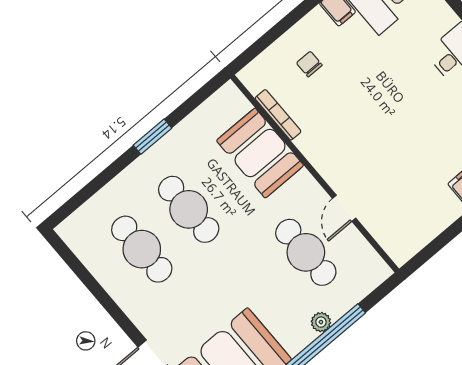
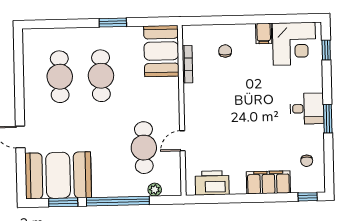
booth: (260, 153) -> (161, 51), moved
printer: (418, 229) -> (212, 183), added
plant: (321, 322) -> (155, 190), moved

